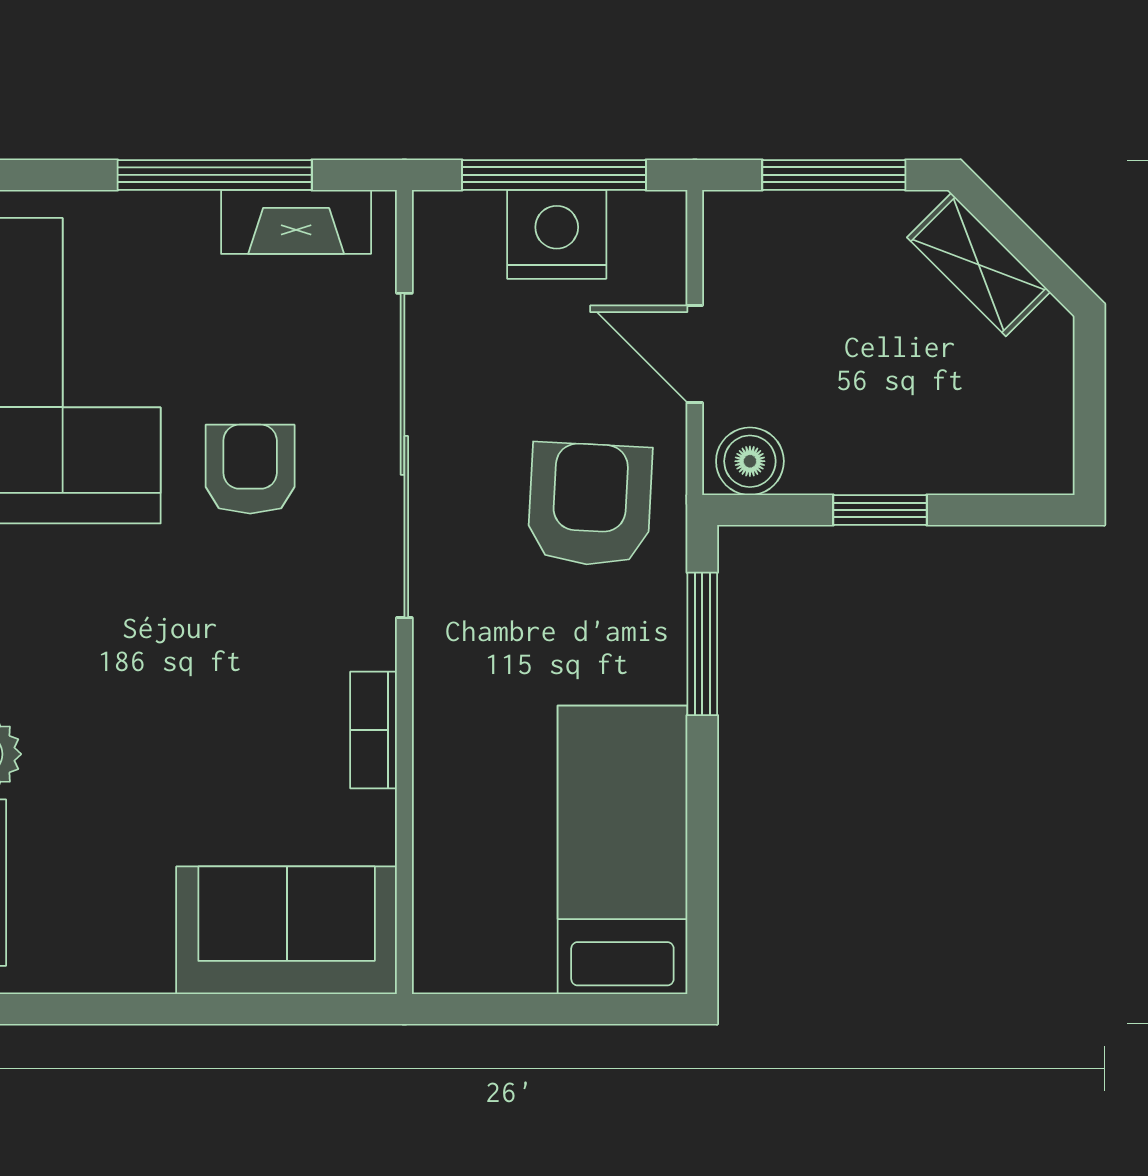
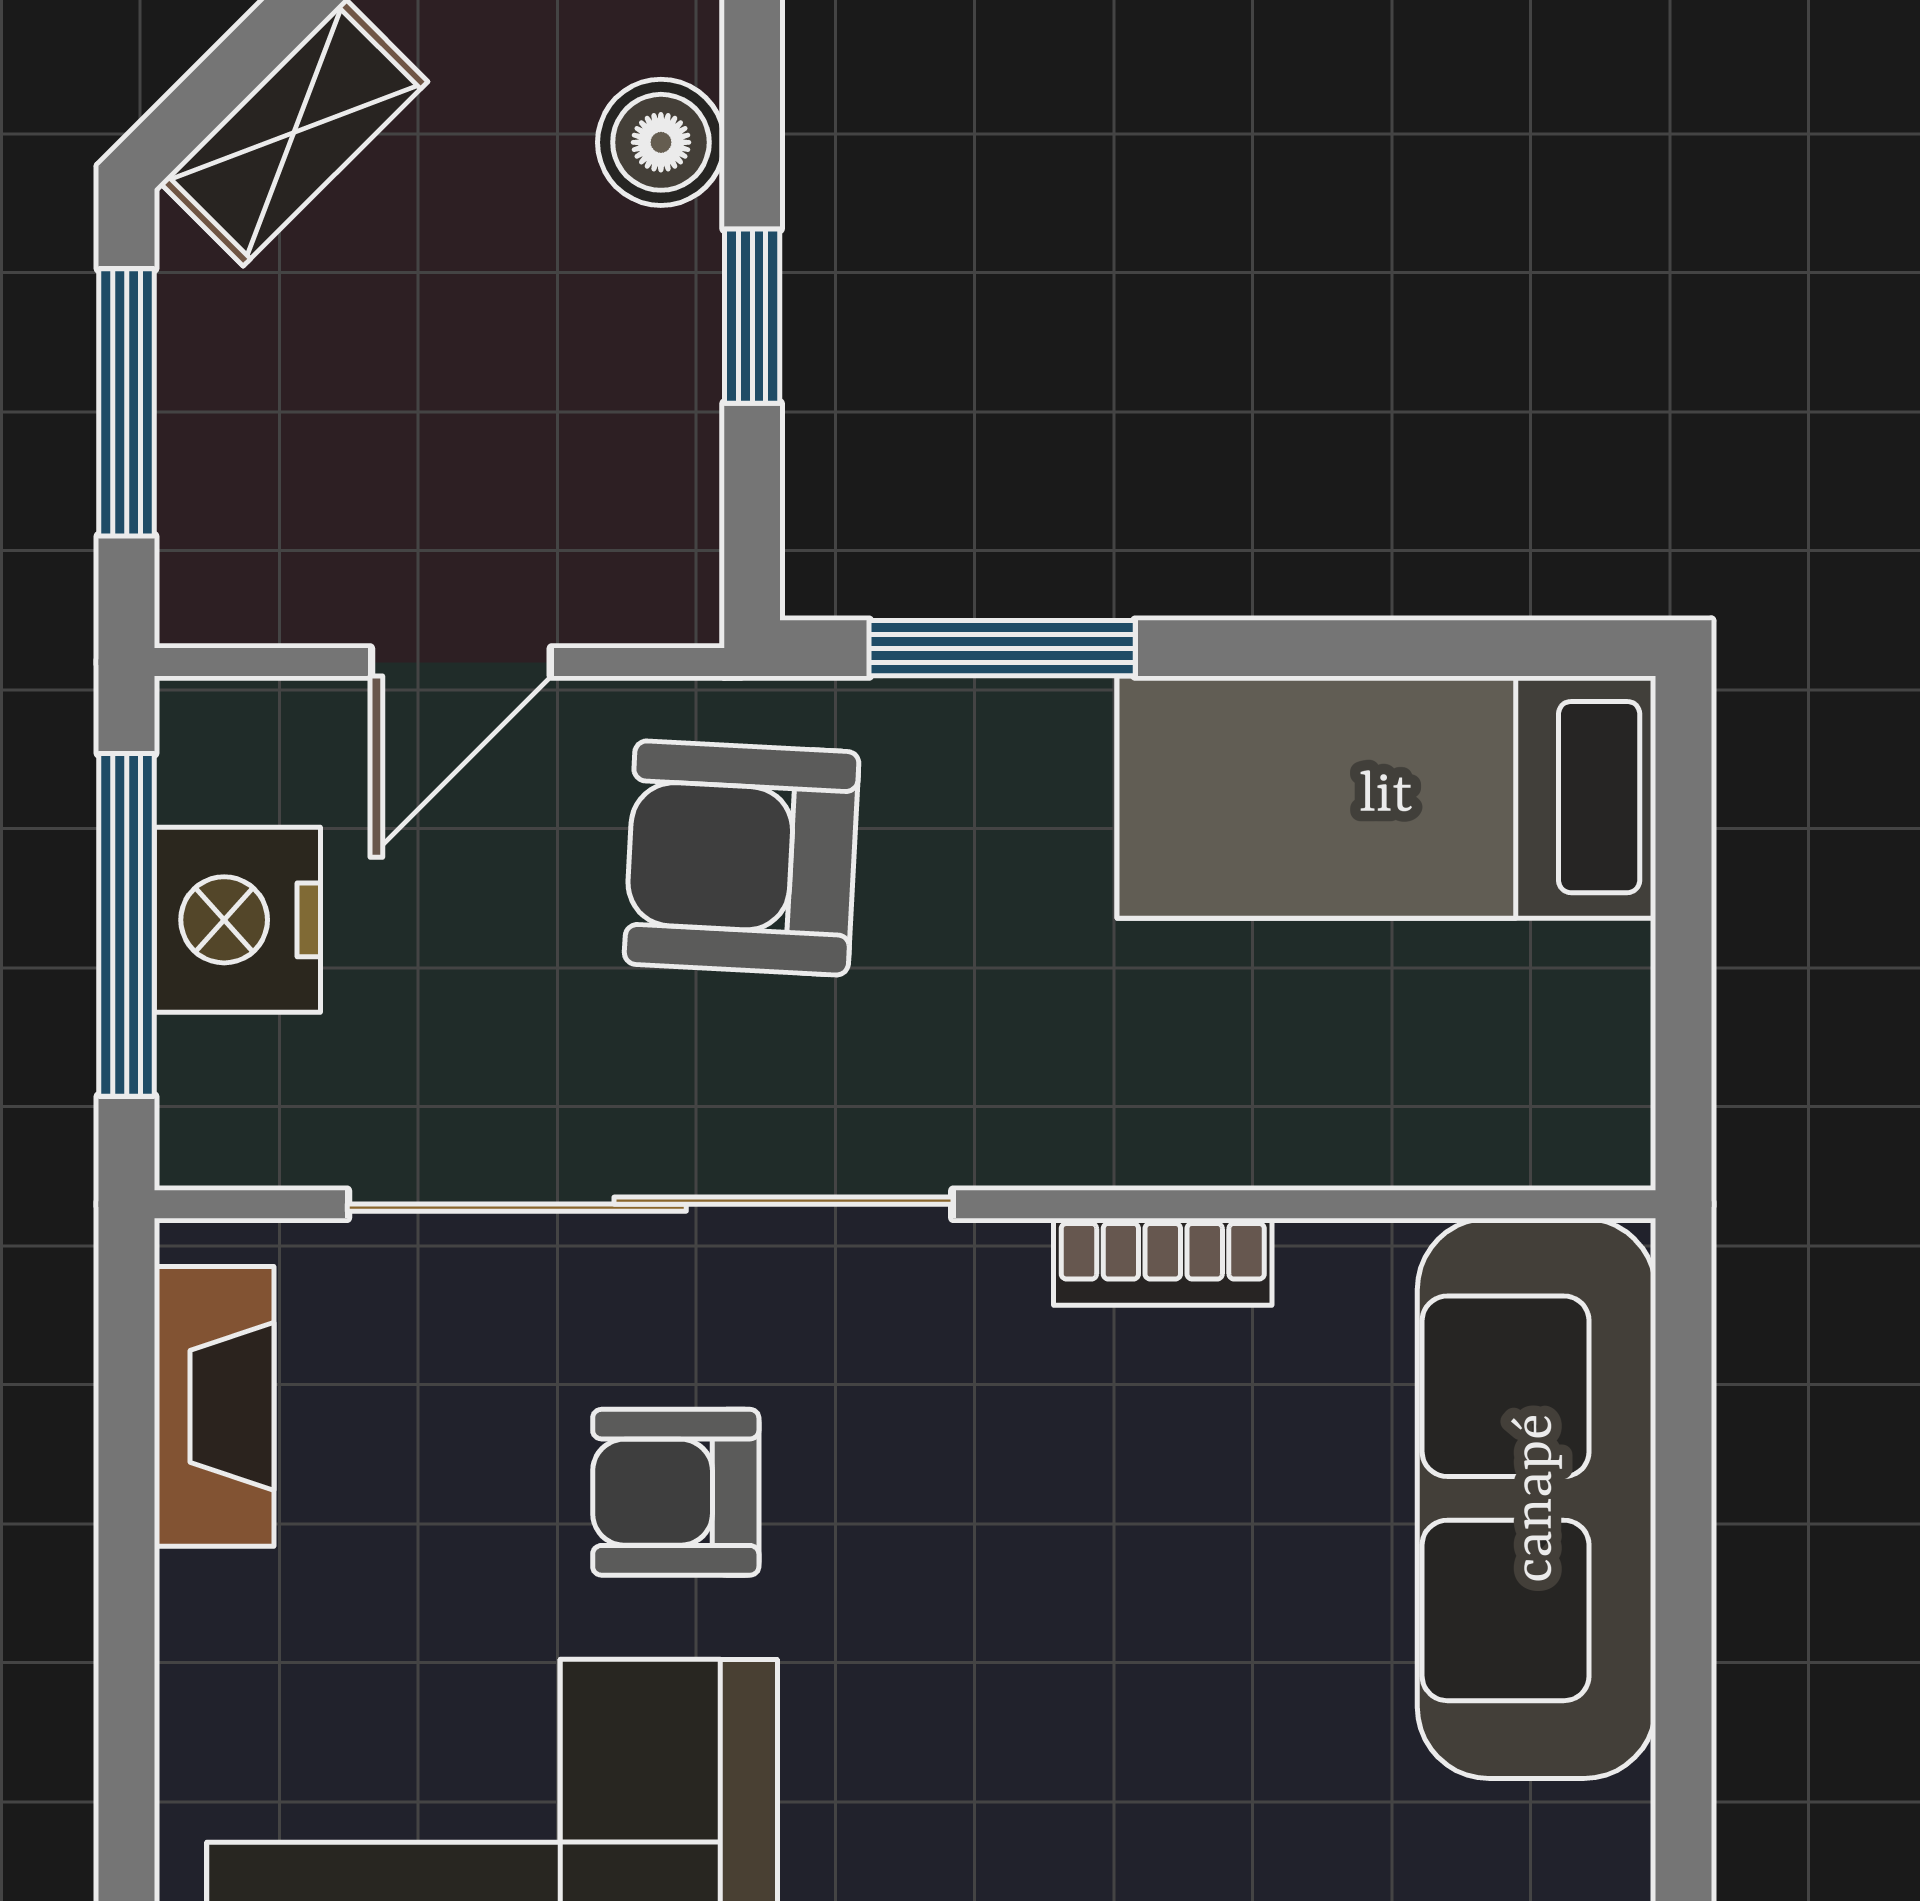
window: (215, 175) -> (127, 1558), removed
boiler: (750, 461) -> (661, 142), moved
sofa: (287, 930) -> (1537, 1498), width x1.36

